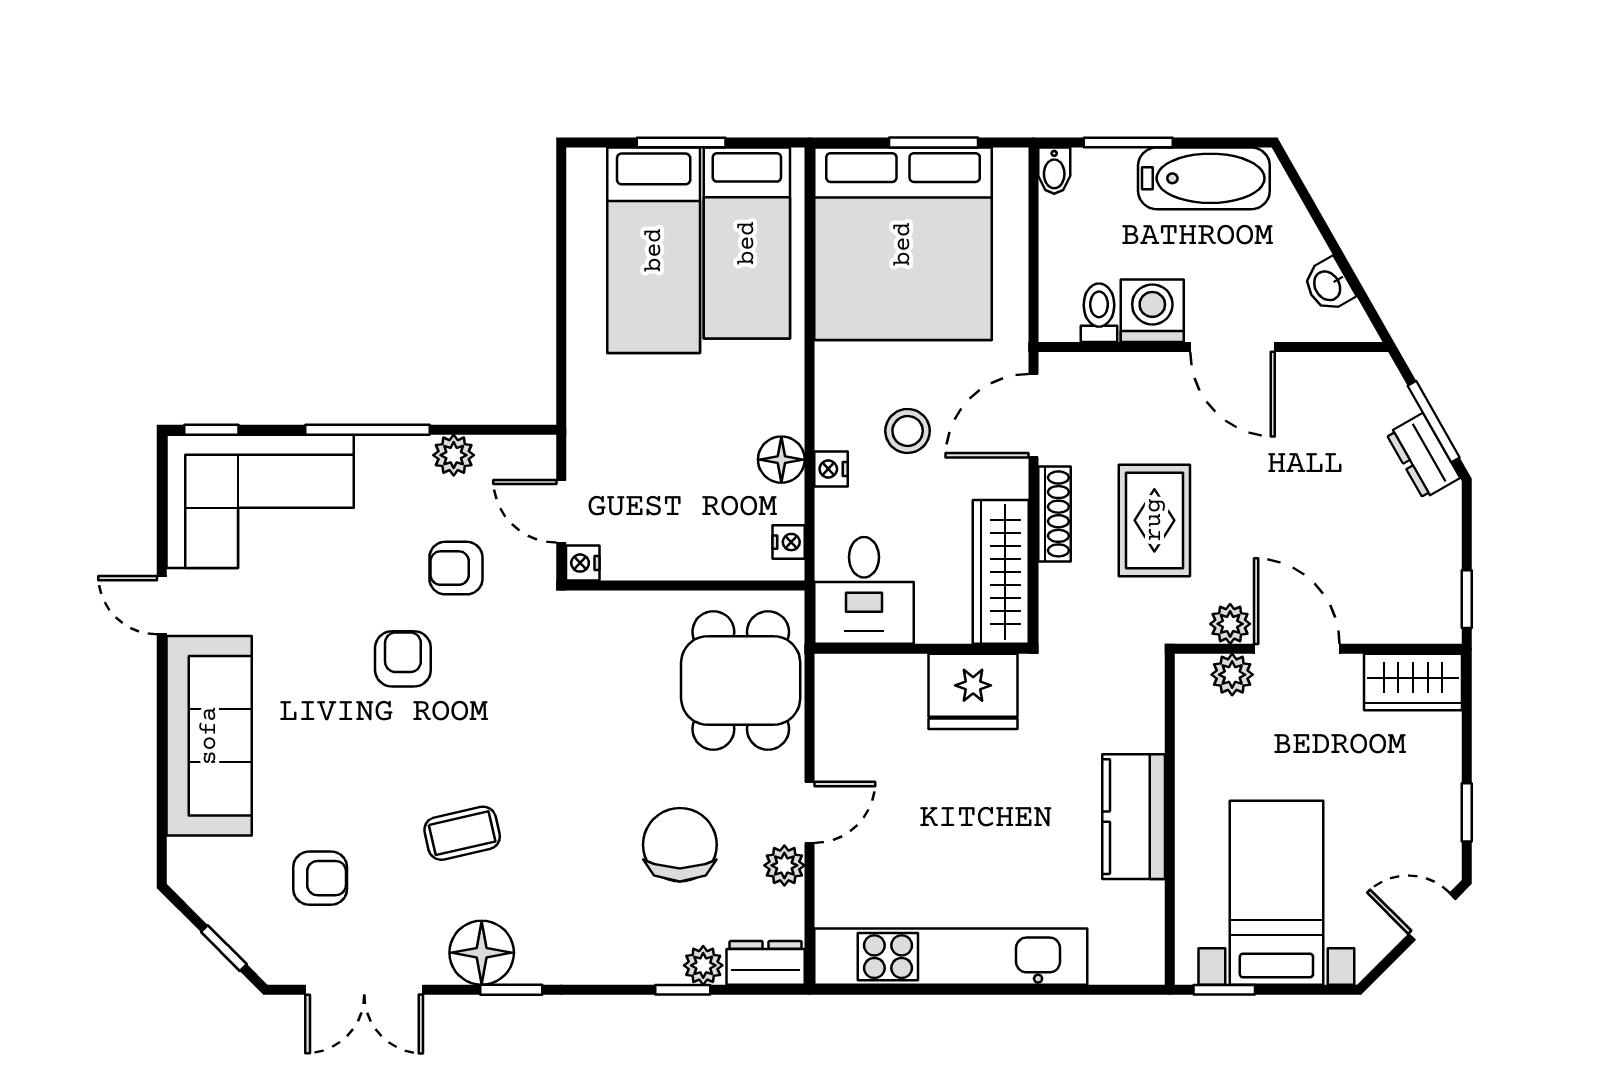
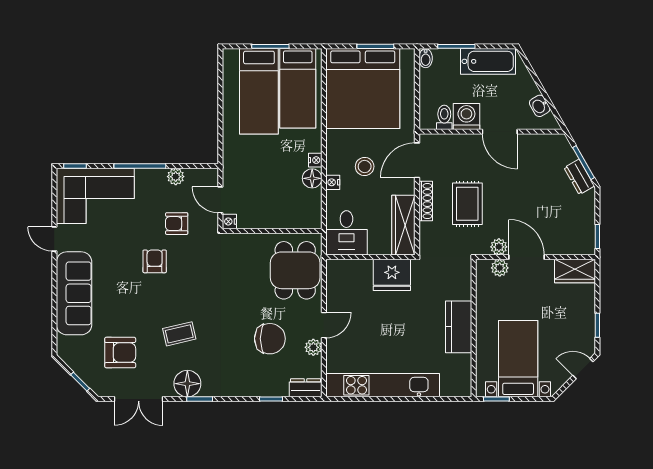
nightstand: (789, 542) -> (315, 160), moved
chair: (680, 845) -> (270, 339), turned 90
armchair: (320, 878) -> (120, 353), width x1.38, depth x1.38
plant: (703, 965) -> (280, 389), removed

